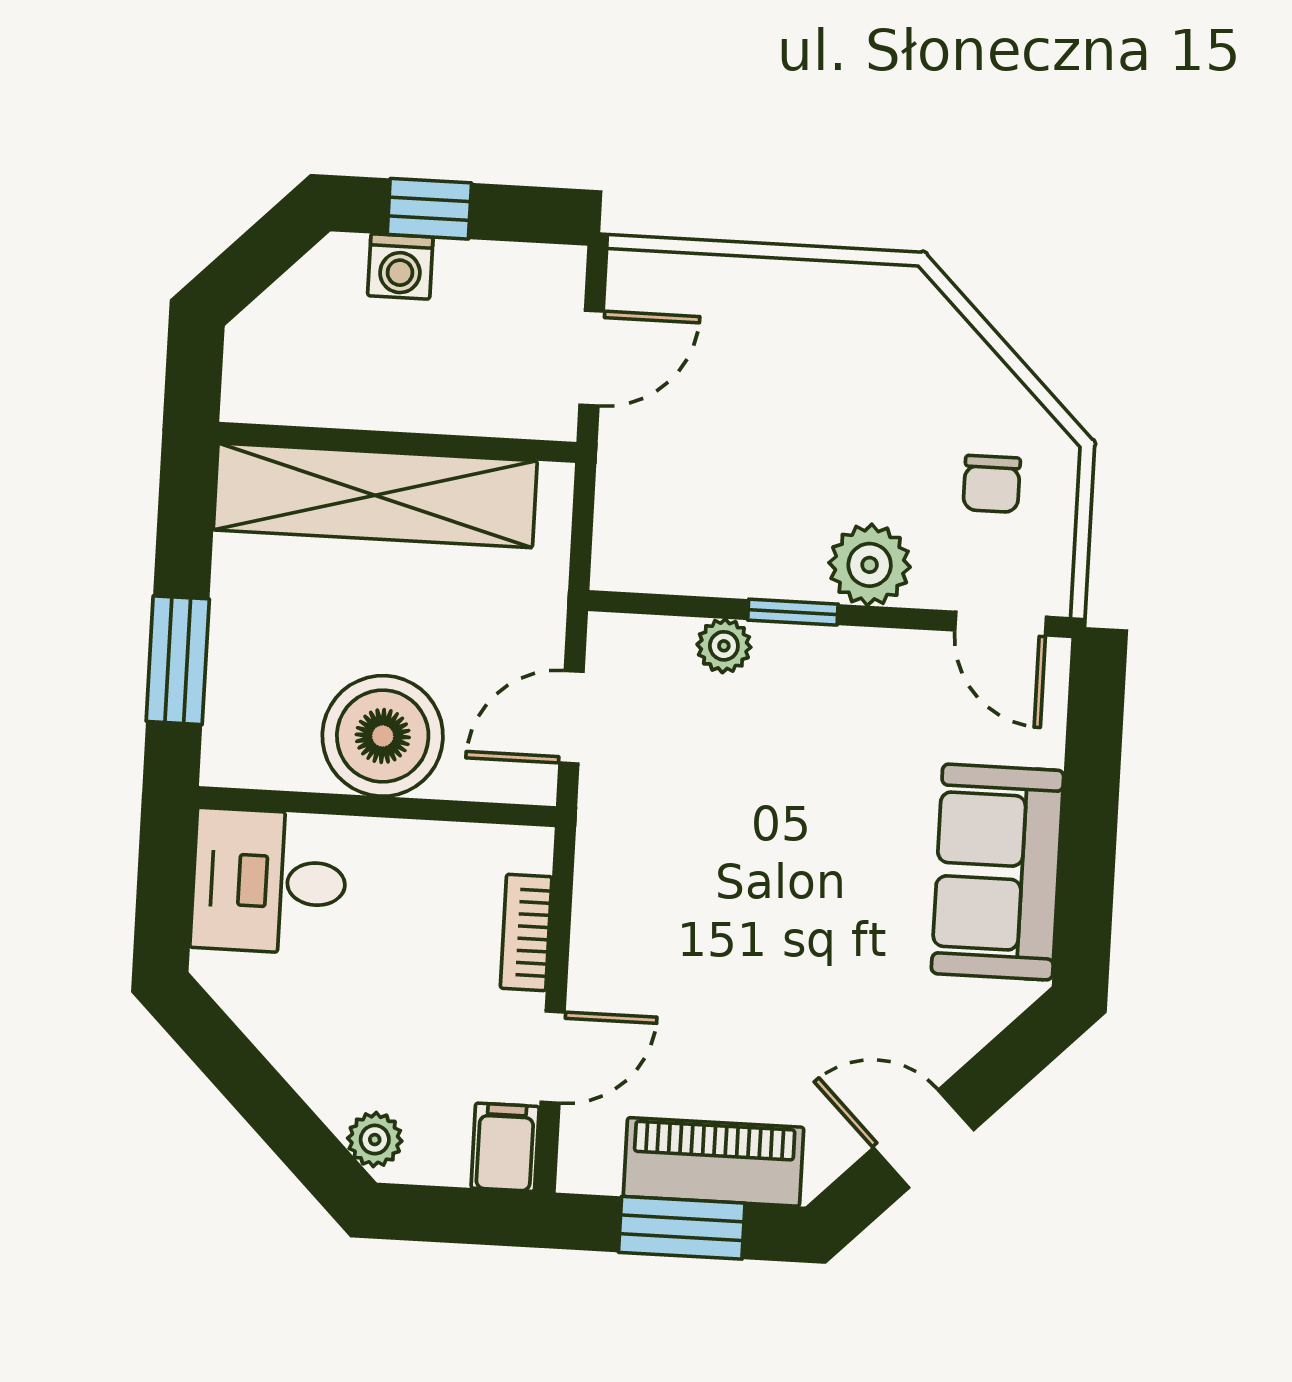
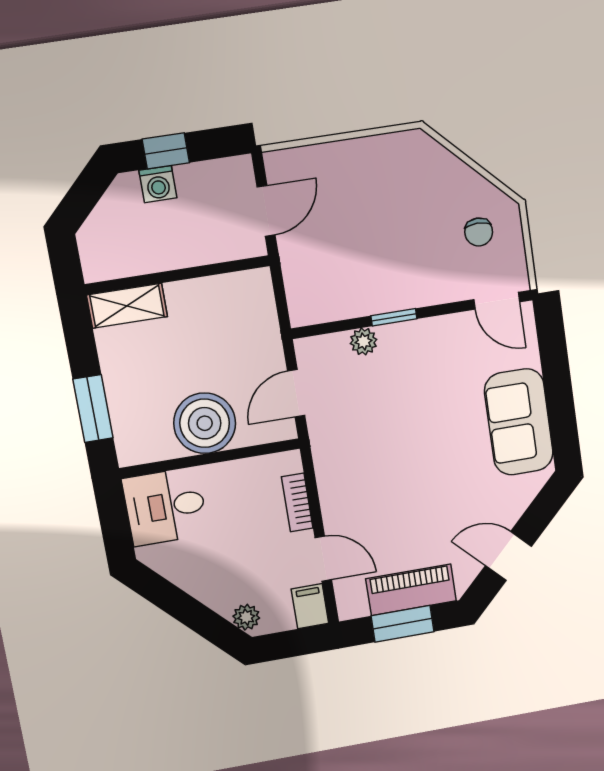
shelving: (375, 495) -> (127, 306), width x0.45, depth x0.75
plant: (870, 565) -> (427, 286), removed
door: (553, 1057) -> (323, 559), hinge flipped

